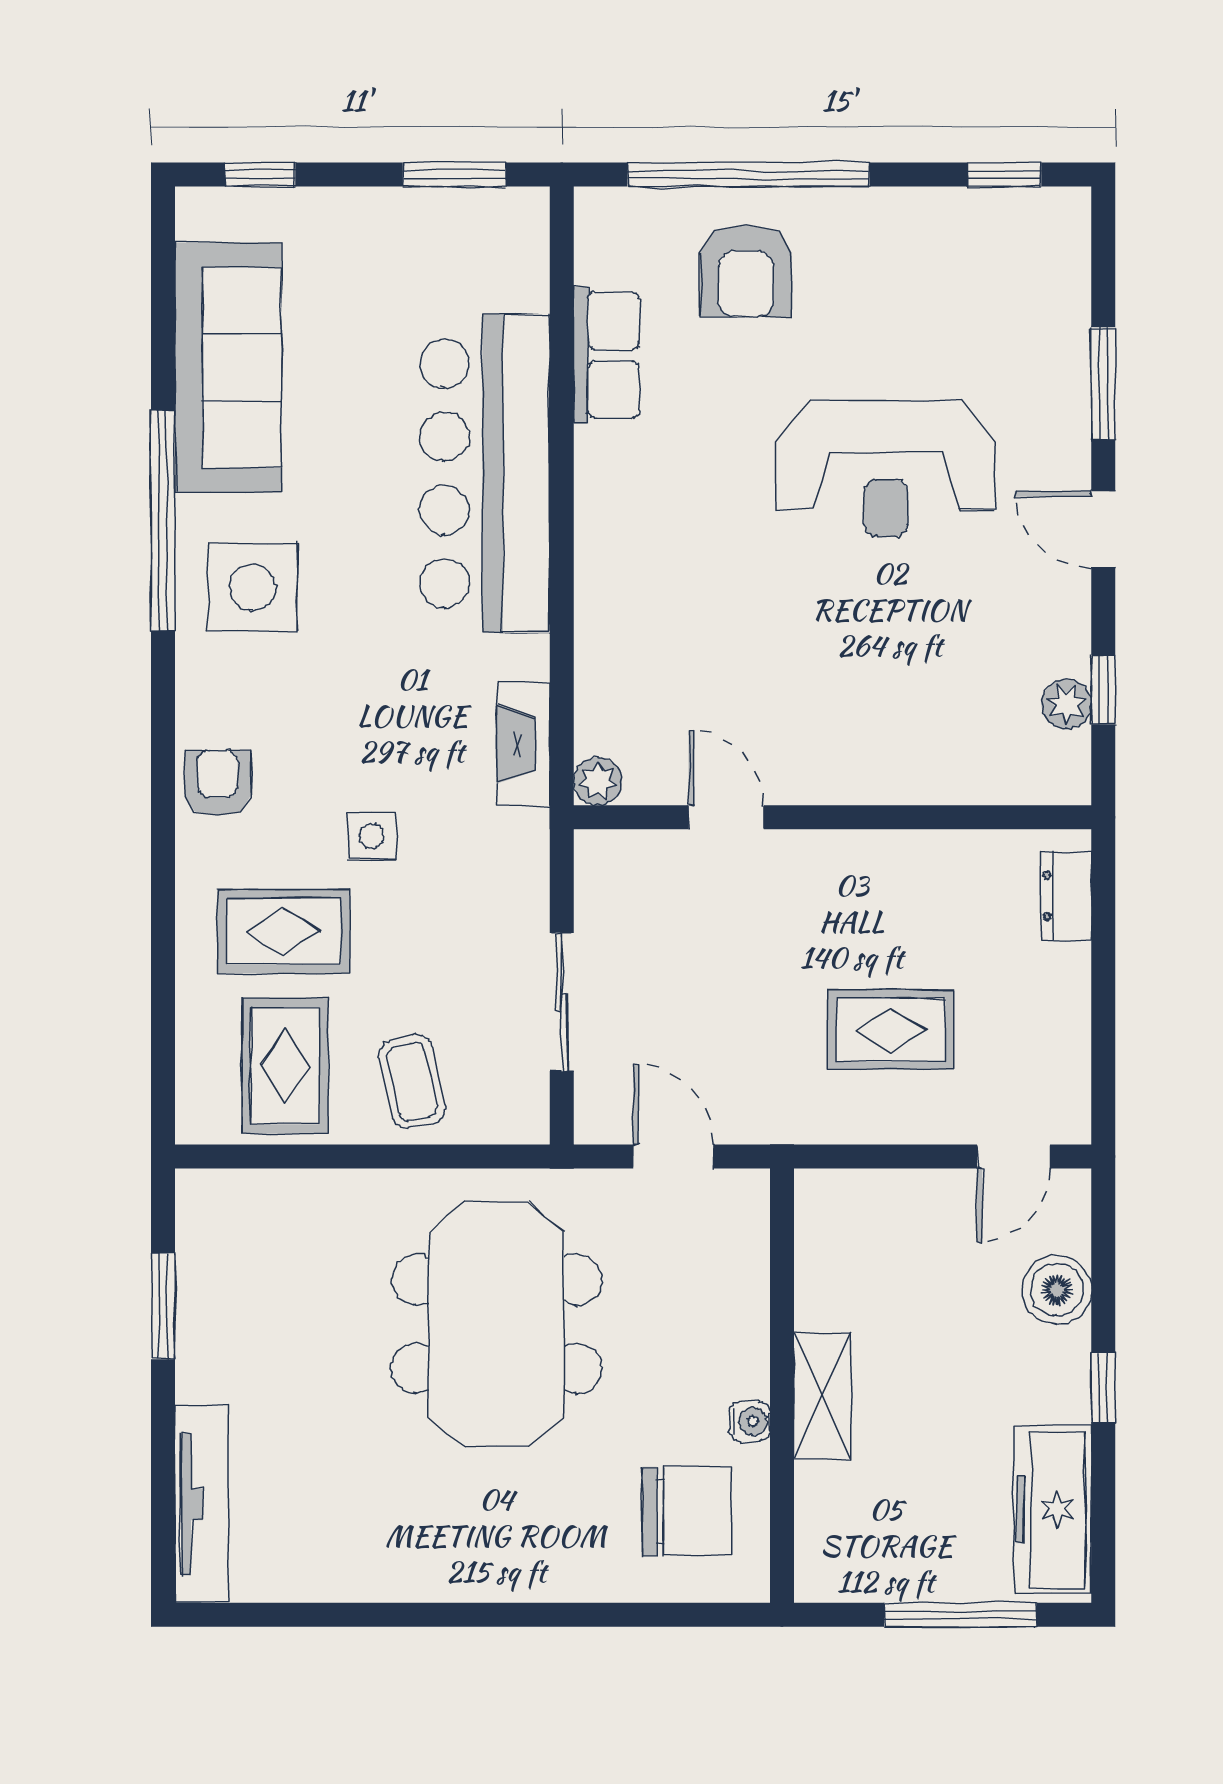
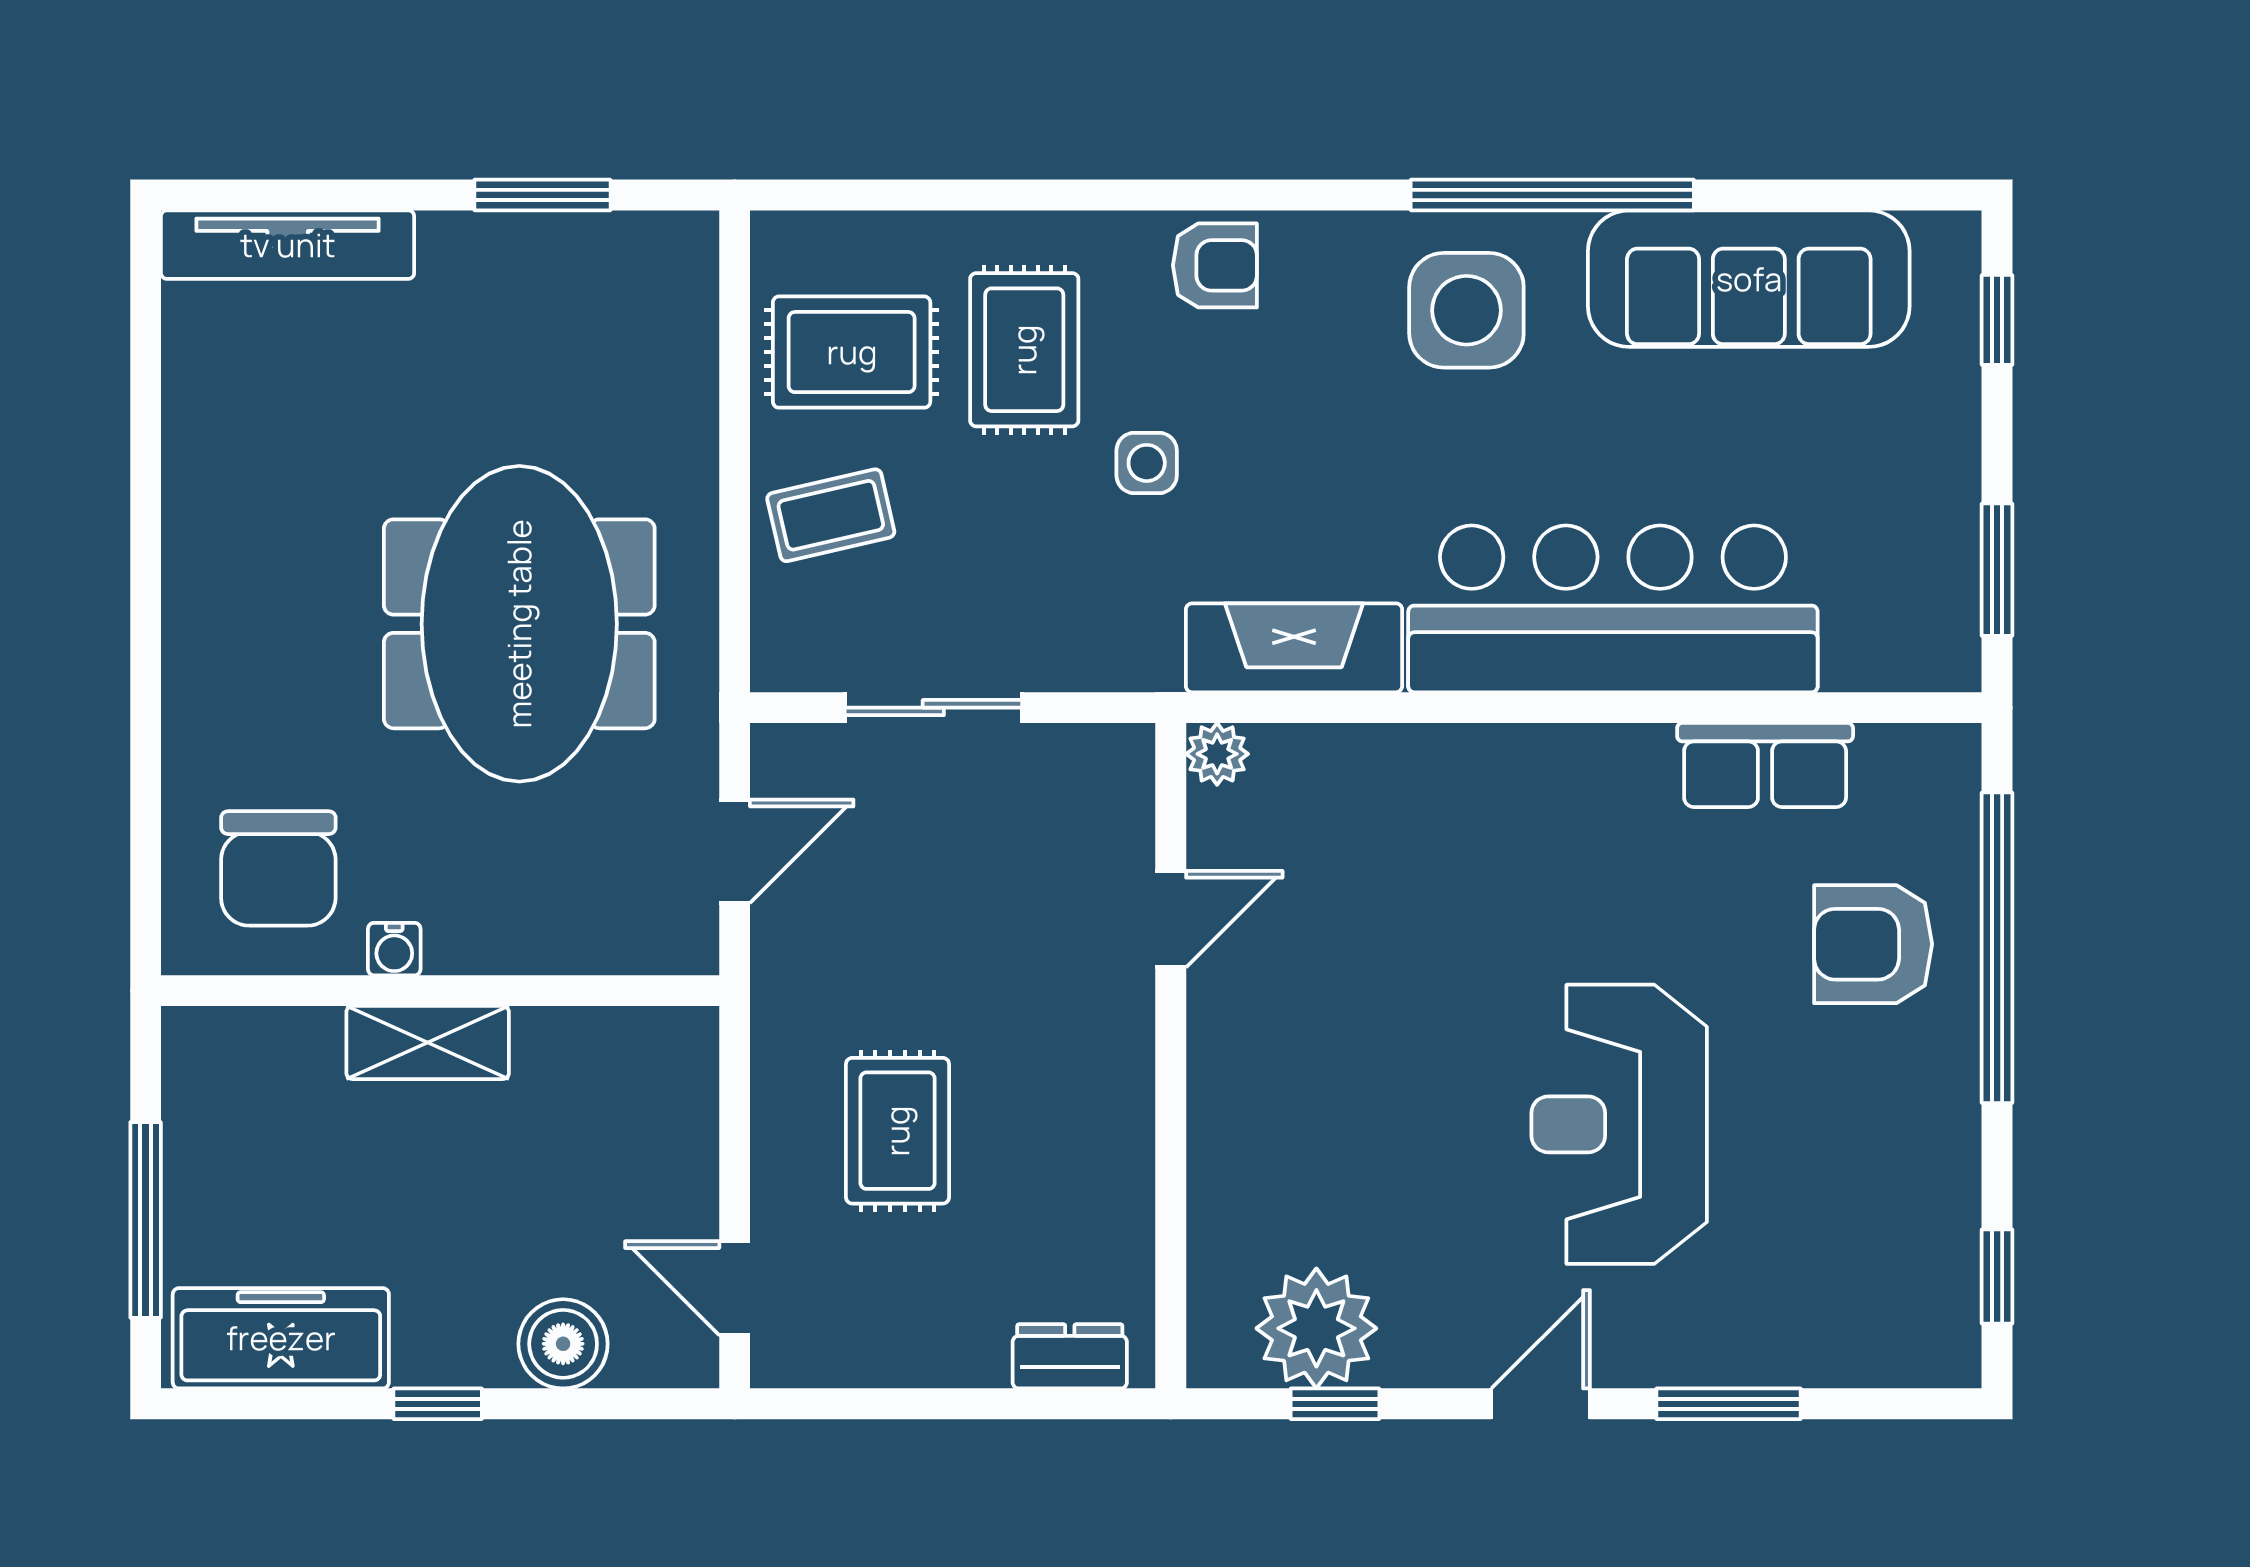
plant: (1066, 704) -> (1316, 1328), width x1.87, depth x1.87
fireplace: (524, 744) -> (1294, 648), width x1.37, depth x1.32
meeting table: (497, 1324) -> (519, 624), turned 90

